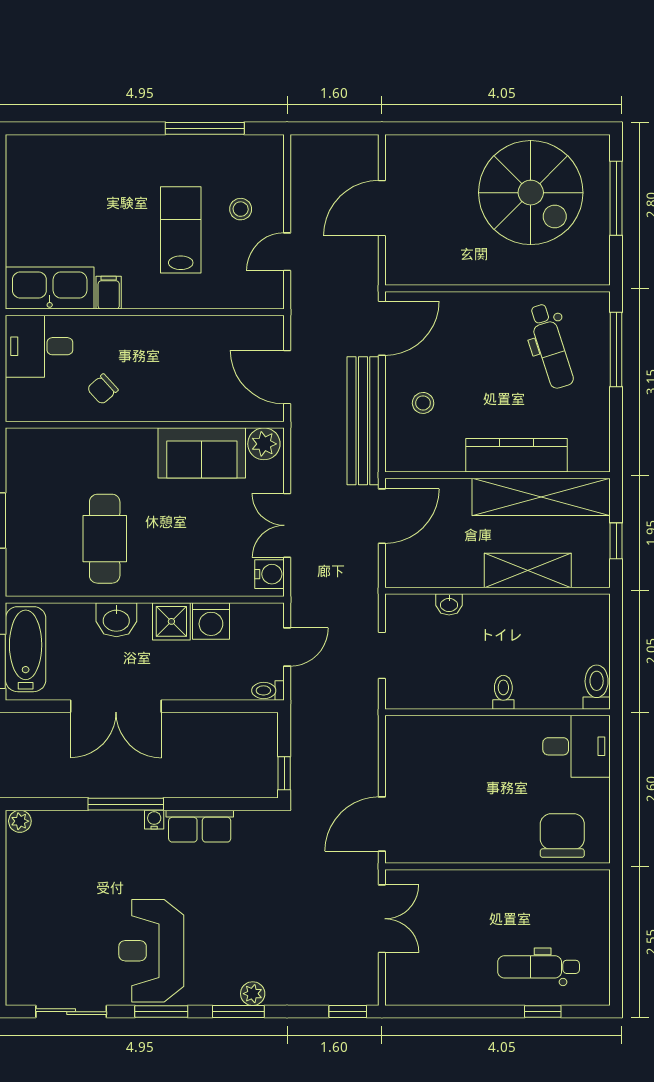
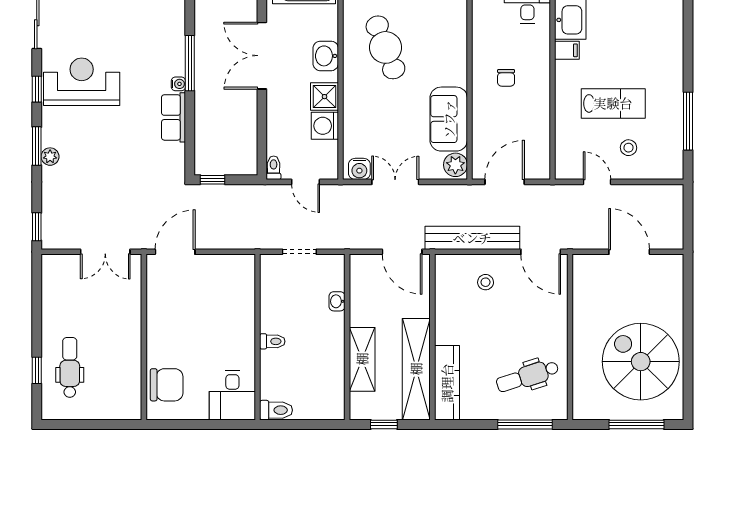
spiral stairs: (531, 193) -> (641, 362), turned 90
chair: (103, 389) -> (506, 78), moved, turned -138
kitchen counter: (517, 455) -> (447, 383), moved
cafe table: (105, 539) -> (385, 47), turned 69
door: (382, 824) -> (175, 252), hinge flipped
window: (161, 1012) -> (37, 89), width x0.67

